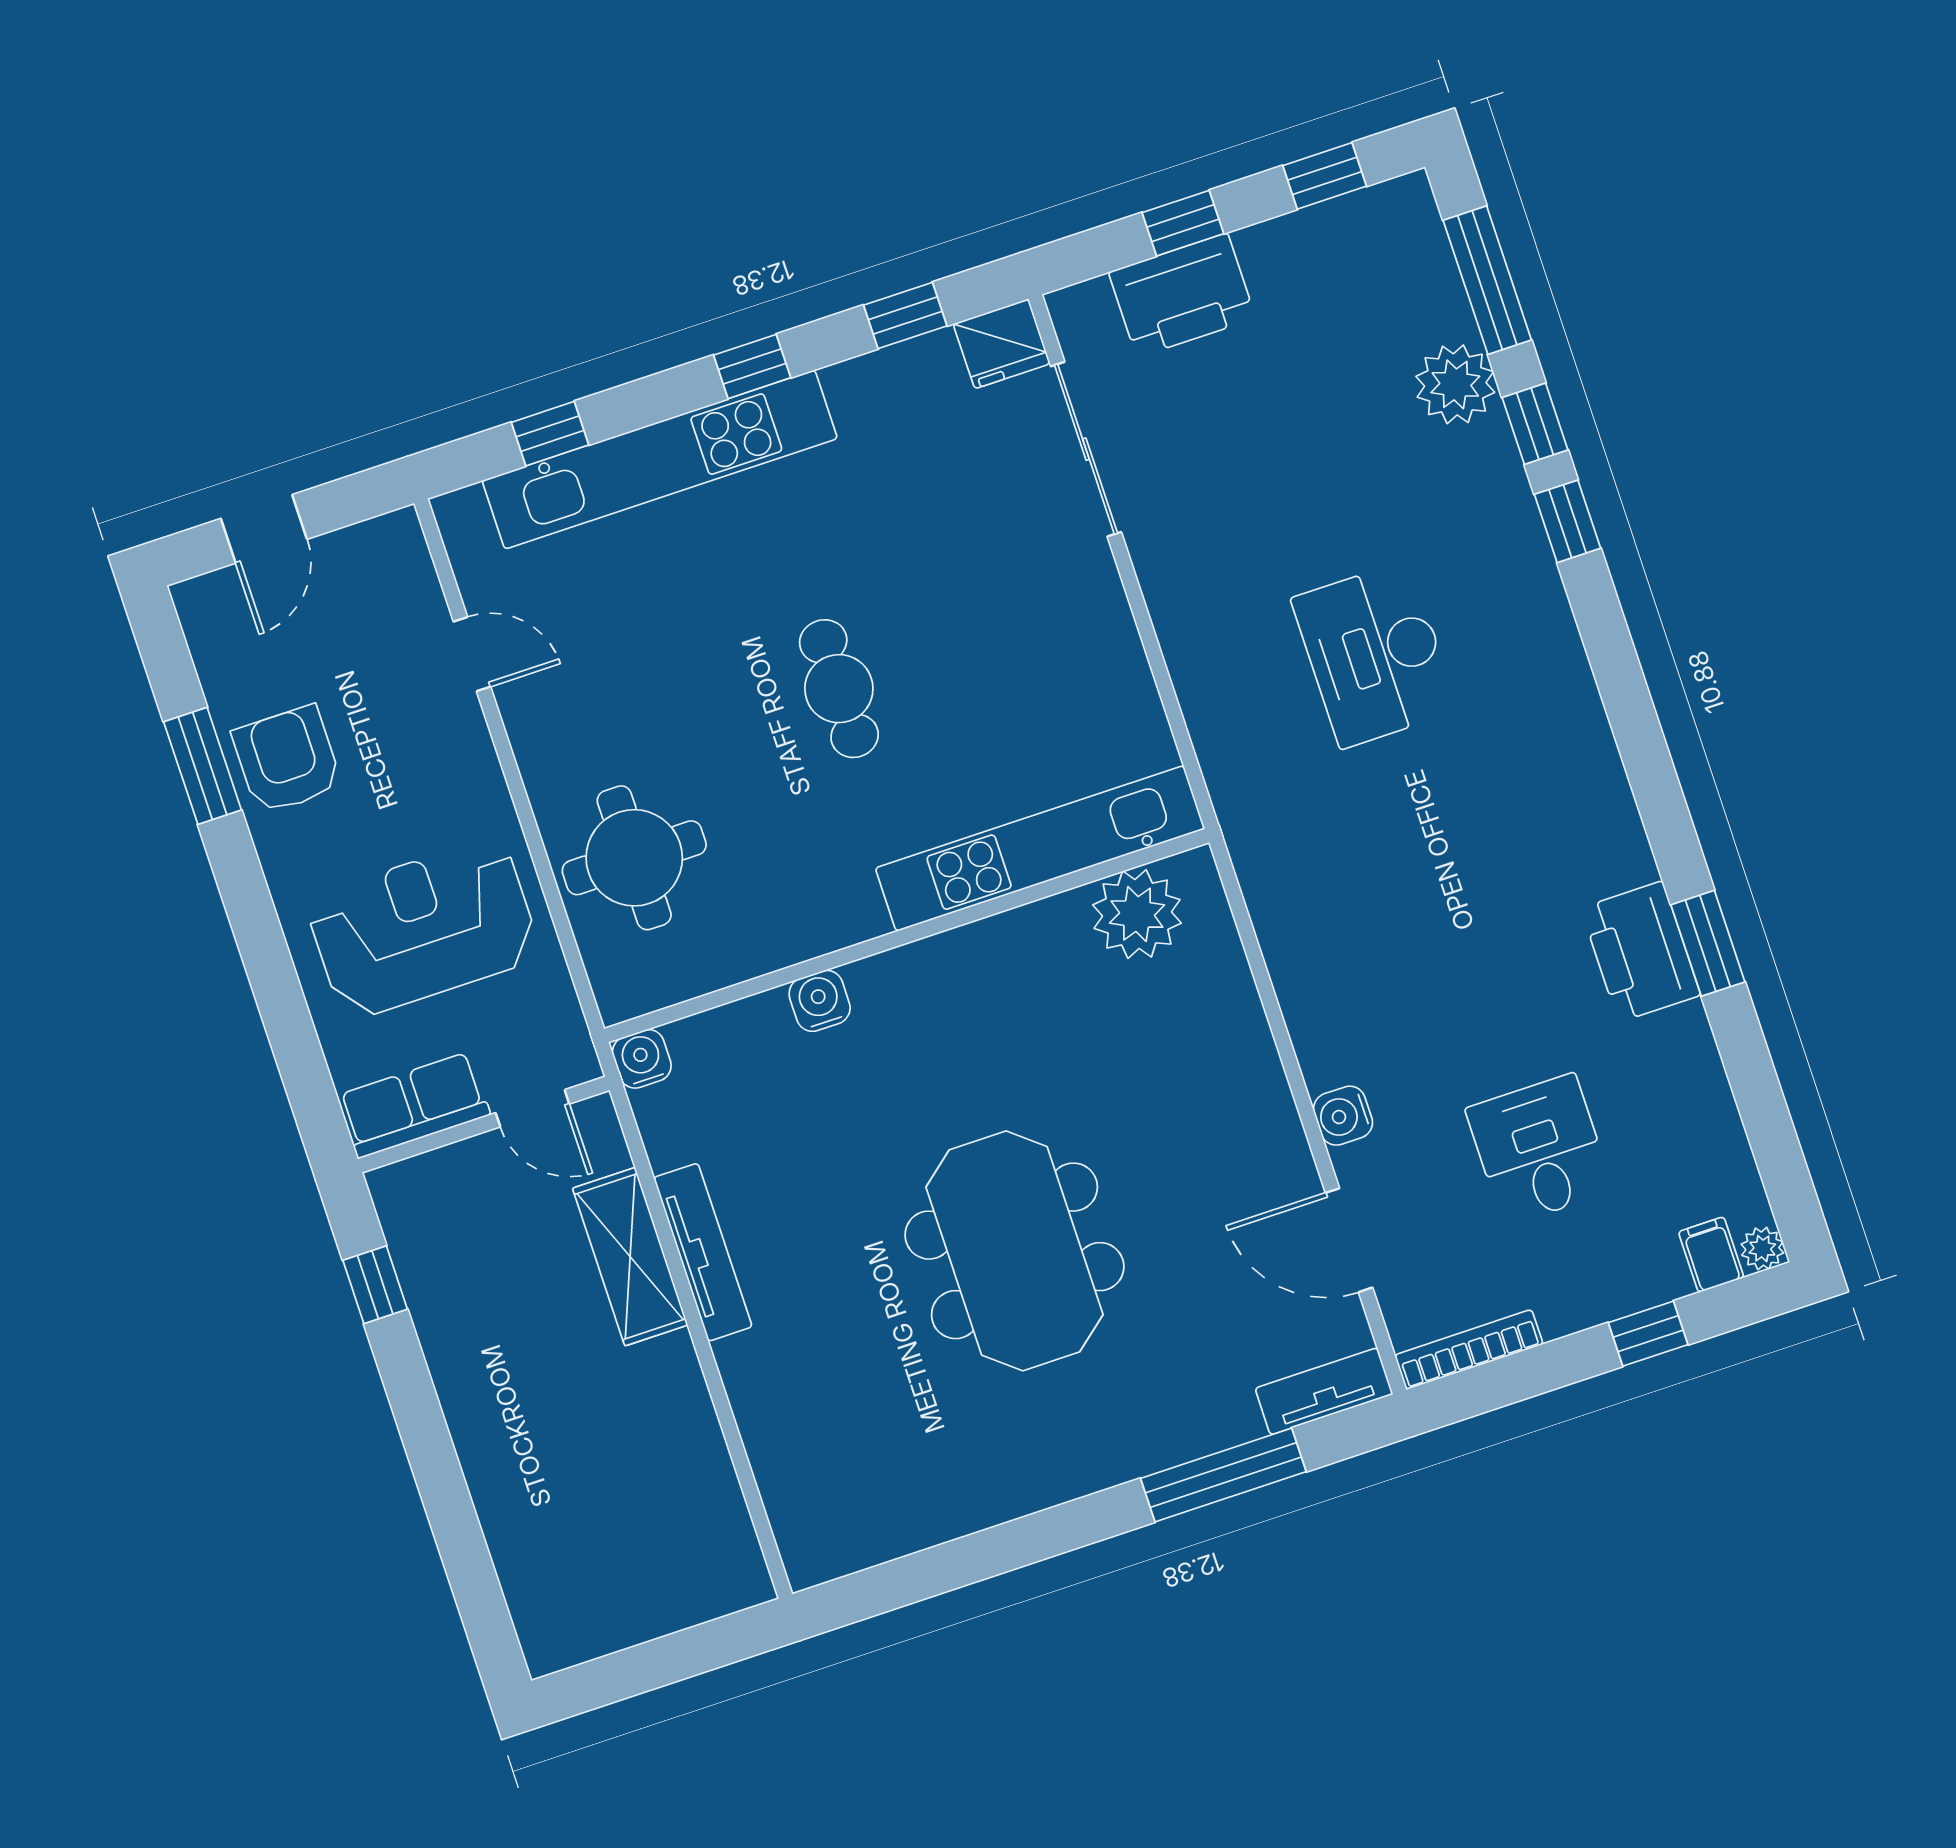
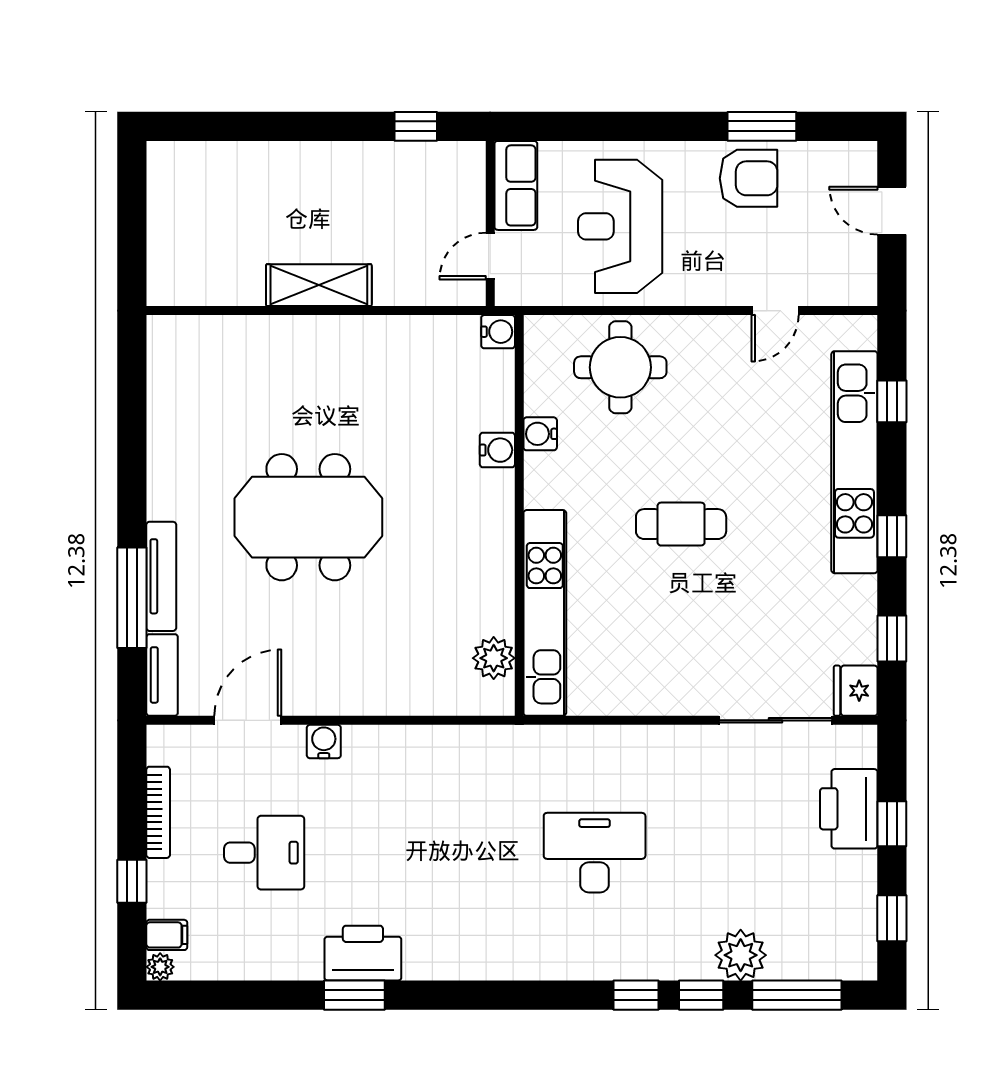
plant: (1137, 914) -> (494, 658), width x0.73, depth x0.73
reception desk: (423, 928) -> (620, 226), turned 180
water cooler: (774, 945) -> (540, 434), added
tv unit: (703, 1252) -> (161, 576), moved, turned -90
shelving: (630, 1257) -> (319, 285), moved
bookcase: (1469, 1350) -> (158, 812), moved

